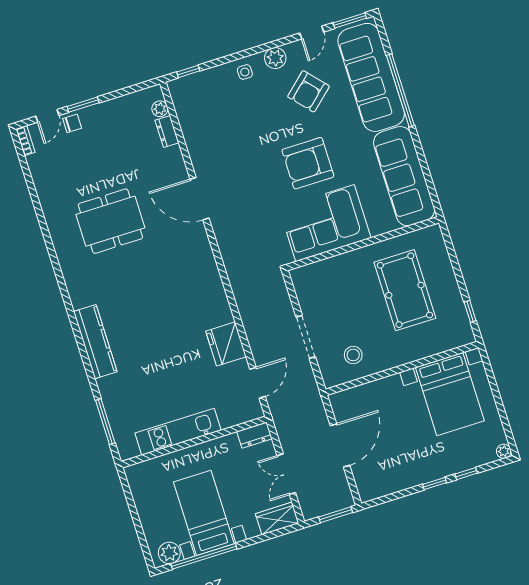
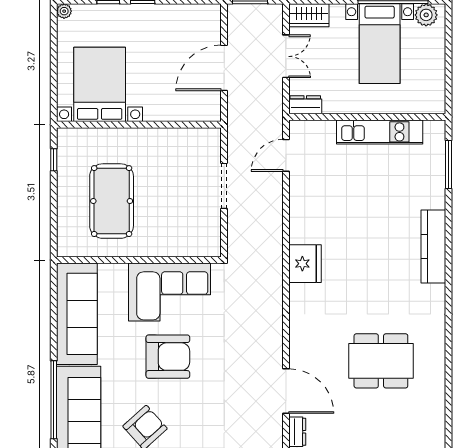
door: (199, 199) -> (286, 391), moved
fridge: (226, 344) -> (305, 264), moved
stool: (353, 355) -> (183, 153), removed

